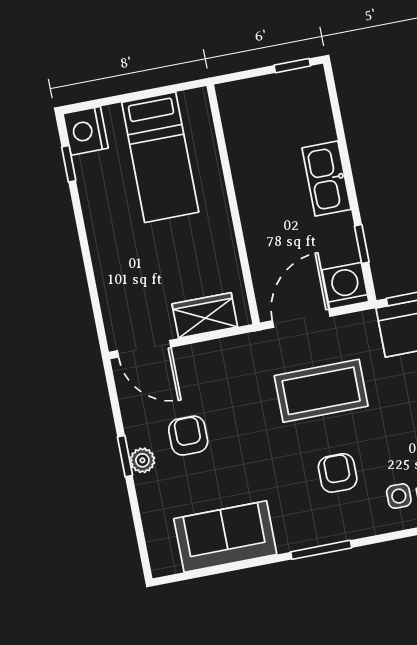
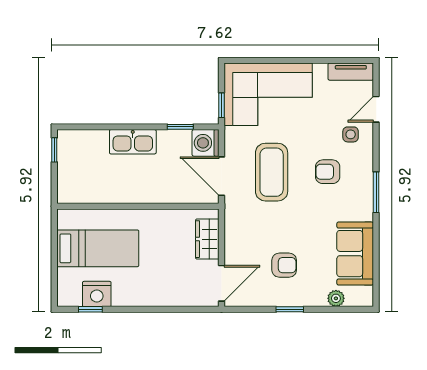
nightstand: (86, 131) -> (97, 294), moved
armchair: (188, 436) -> (284, 265), turned 180
plant: (142, 460) -> (336, 298), moved

